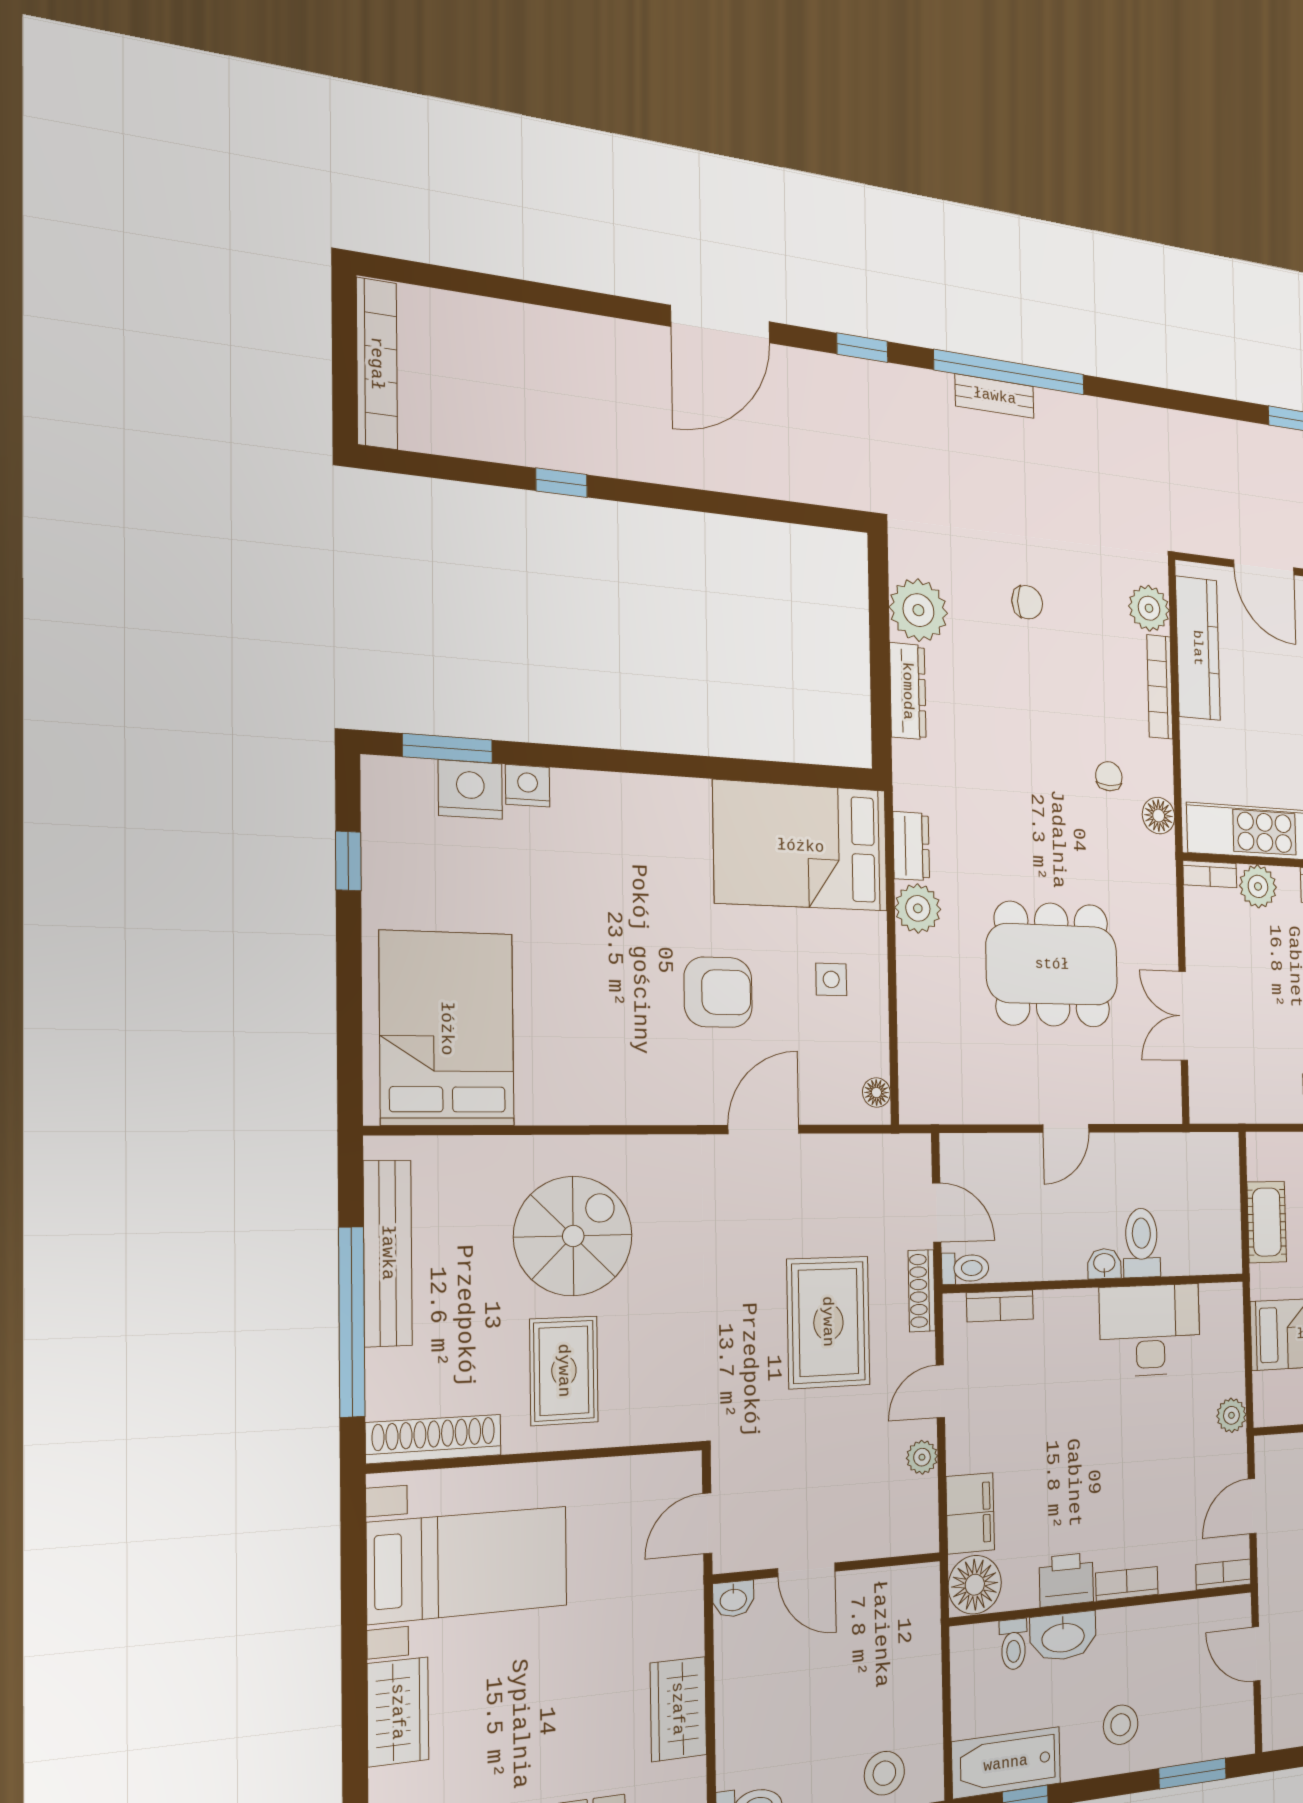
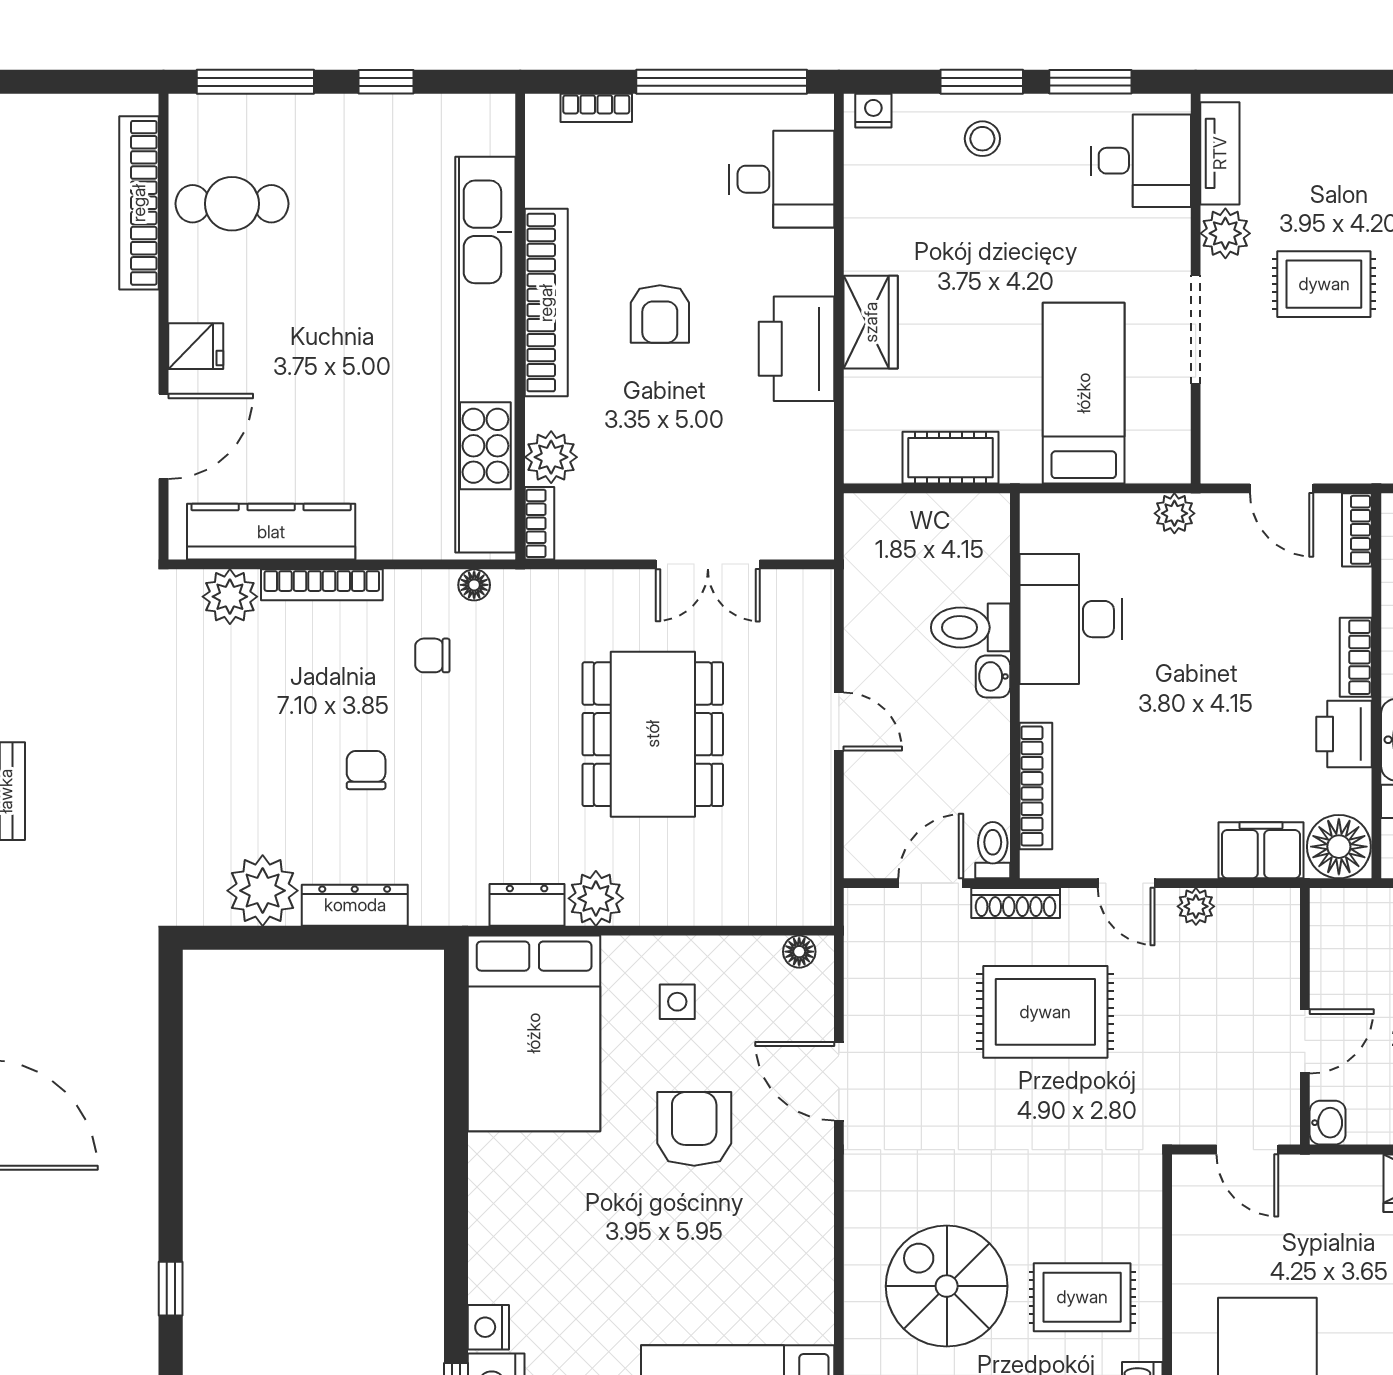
chair: (1027, 602) -> (366, 770), moved
floor lamp: (1159, 816) -> (474, 585), width x0.73, depth x0.73
bookcase: (1000, 1306) -> (1036, 786), width x1.56

